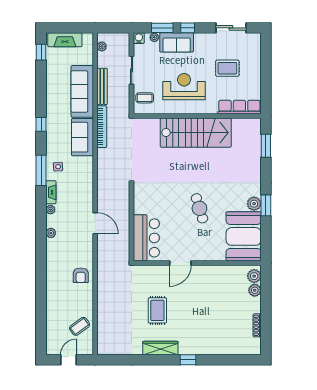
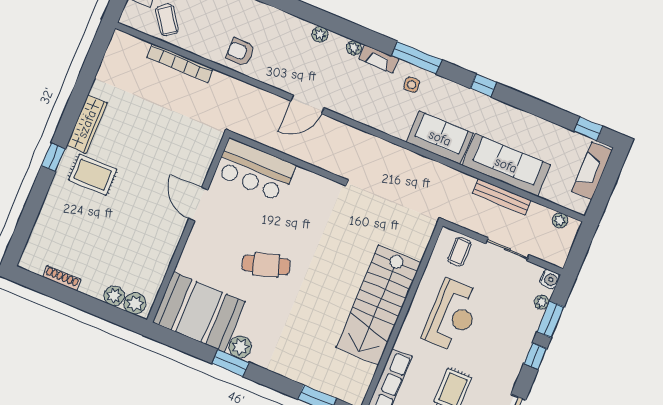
sofa: (177, 42) -> (521, 331), removed
bookcase: (102, 127) -> (180, 63), moved
rug: (157, 310) -> (93, 175), moved

